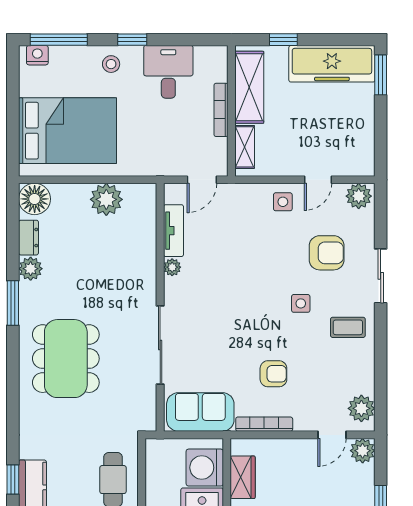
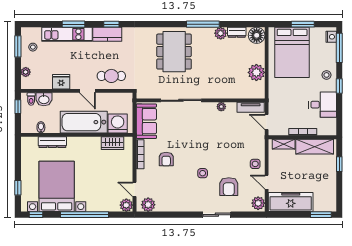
freezer: (332, 64) -> (291, 202), moved, turned 90
window: (13, 110) -> (303, 24), added
tv unit: (173, 231) -> (251, 107), moved
window: (13, 303) -> (203, 24), width x1.44
coffee table: (348, 327) -> (190, 198), removed
dining table: (66, 359) -> (174, 52), turned 90

